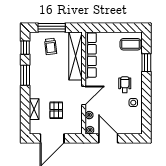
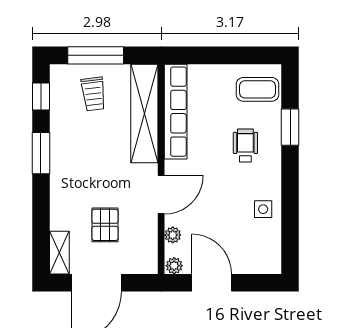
wheelchair: (125, 85) -> (245, 146), moved
shelving: (34, 109) -> (59, 253), moved

